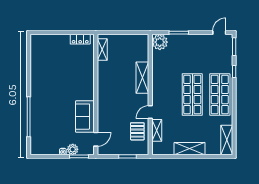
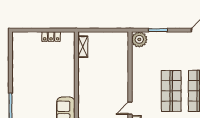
locker: (80, 39) -> (51, 37), moved
shelving: (142, 78) -> (122, 74), removed

